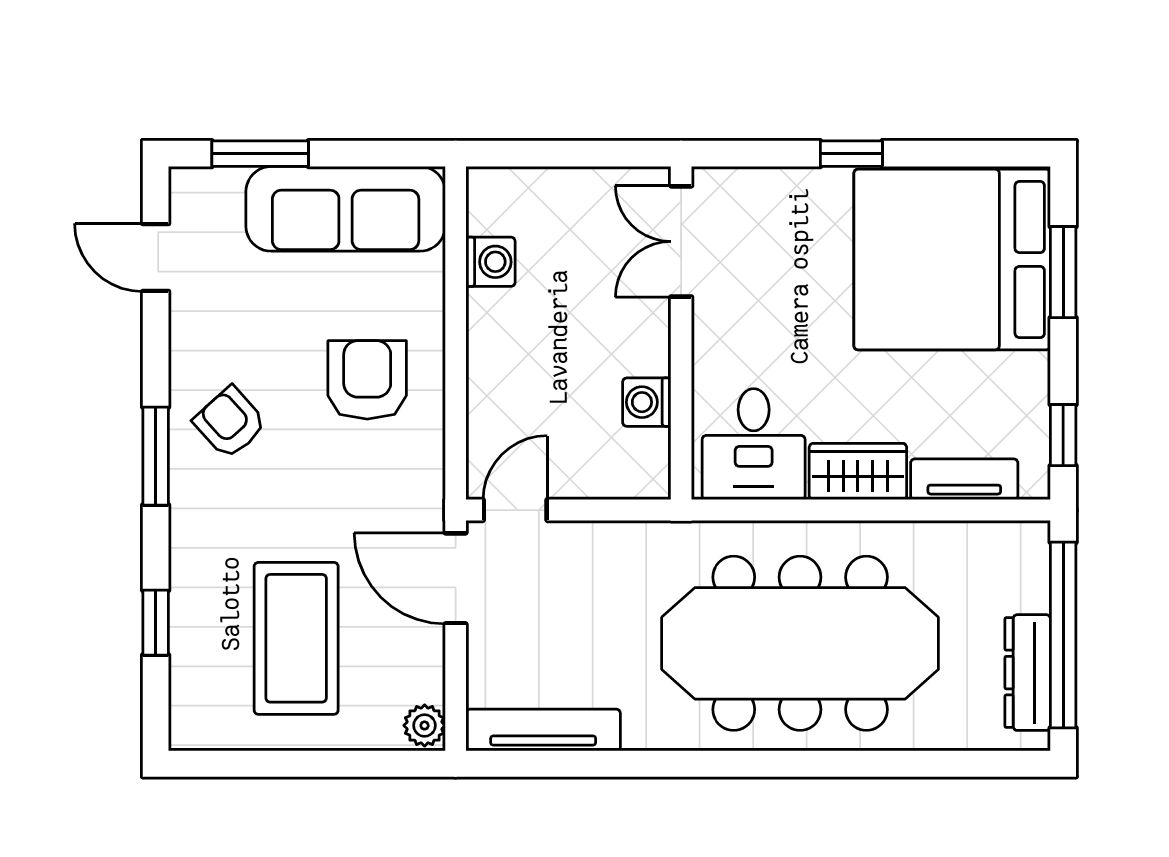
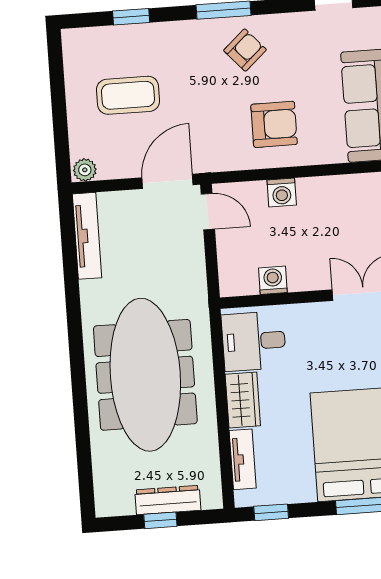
washing machine: (490, 262) -> (282, 193), moved
window: (1063, 635) -> (160, 520), width x0.32
coffee table: (296, 638) -> (128, 95), width x0.73, depth x0.76
dresser: (1028, 673) -> (168, 500), moved

